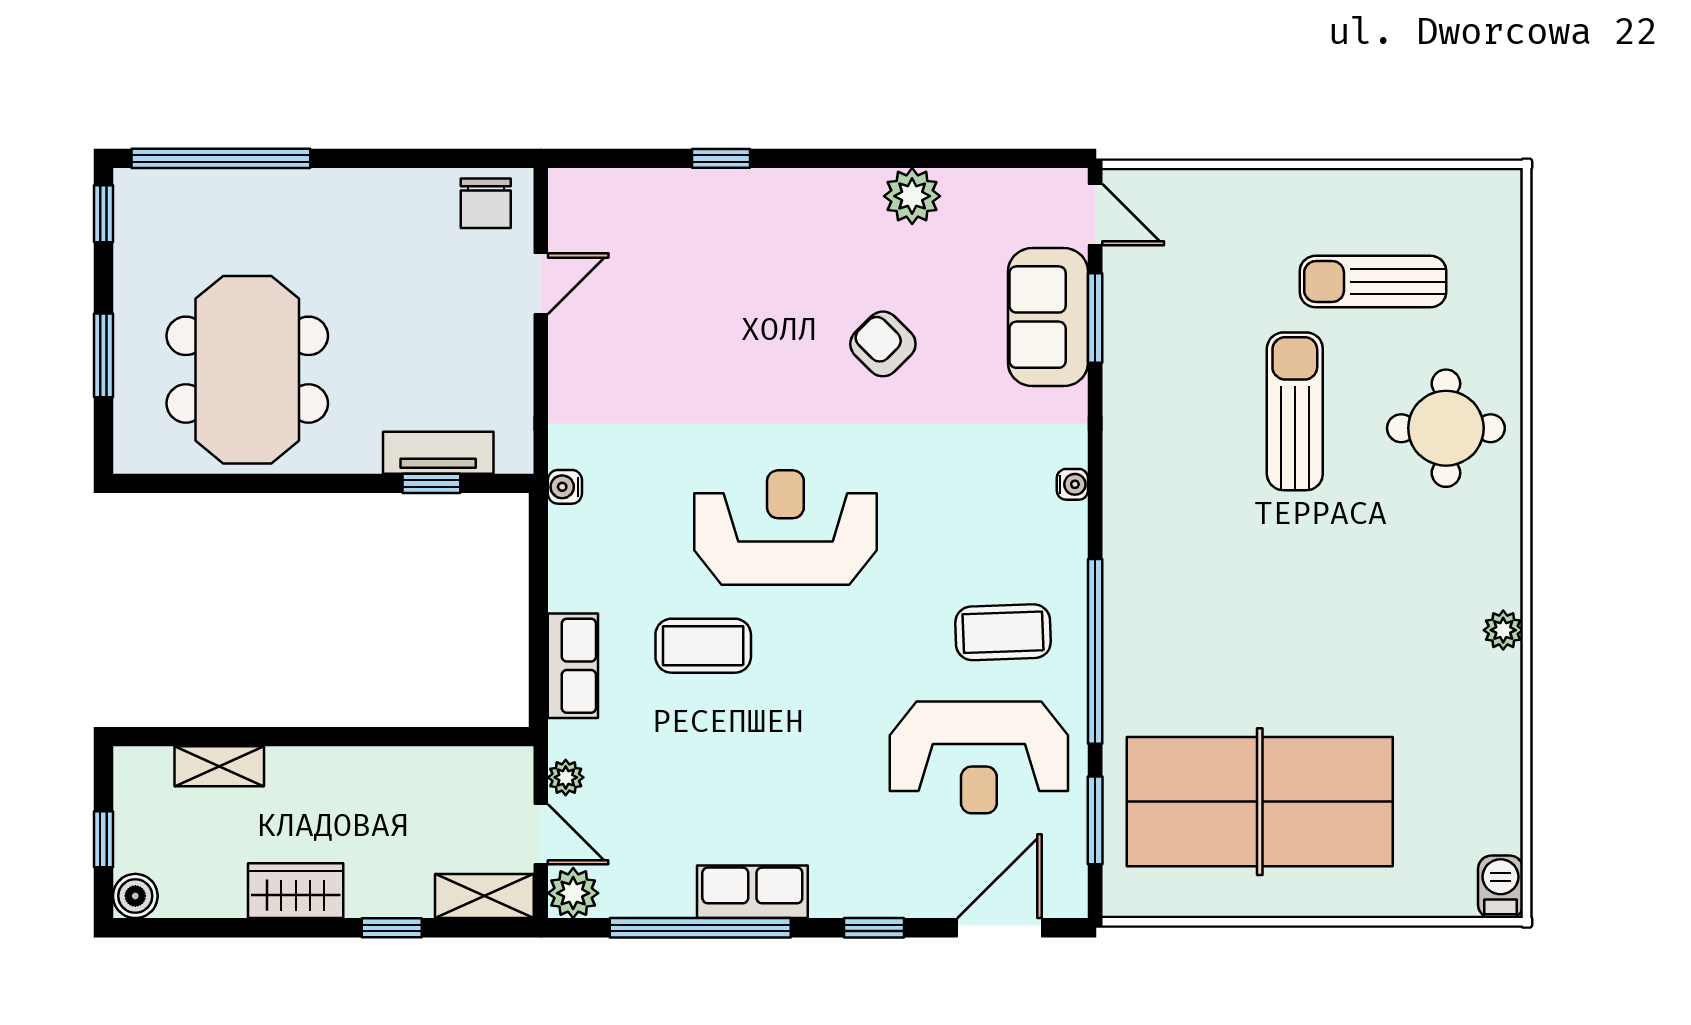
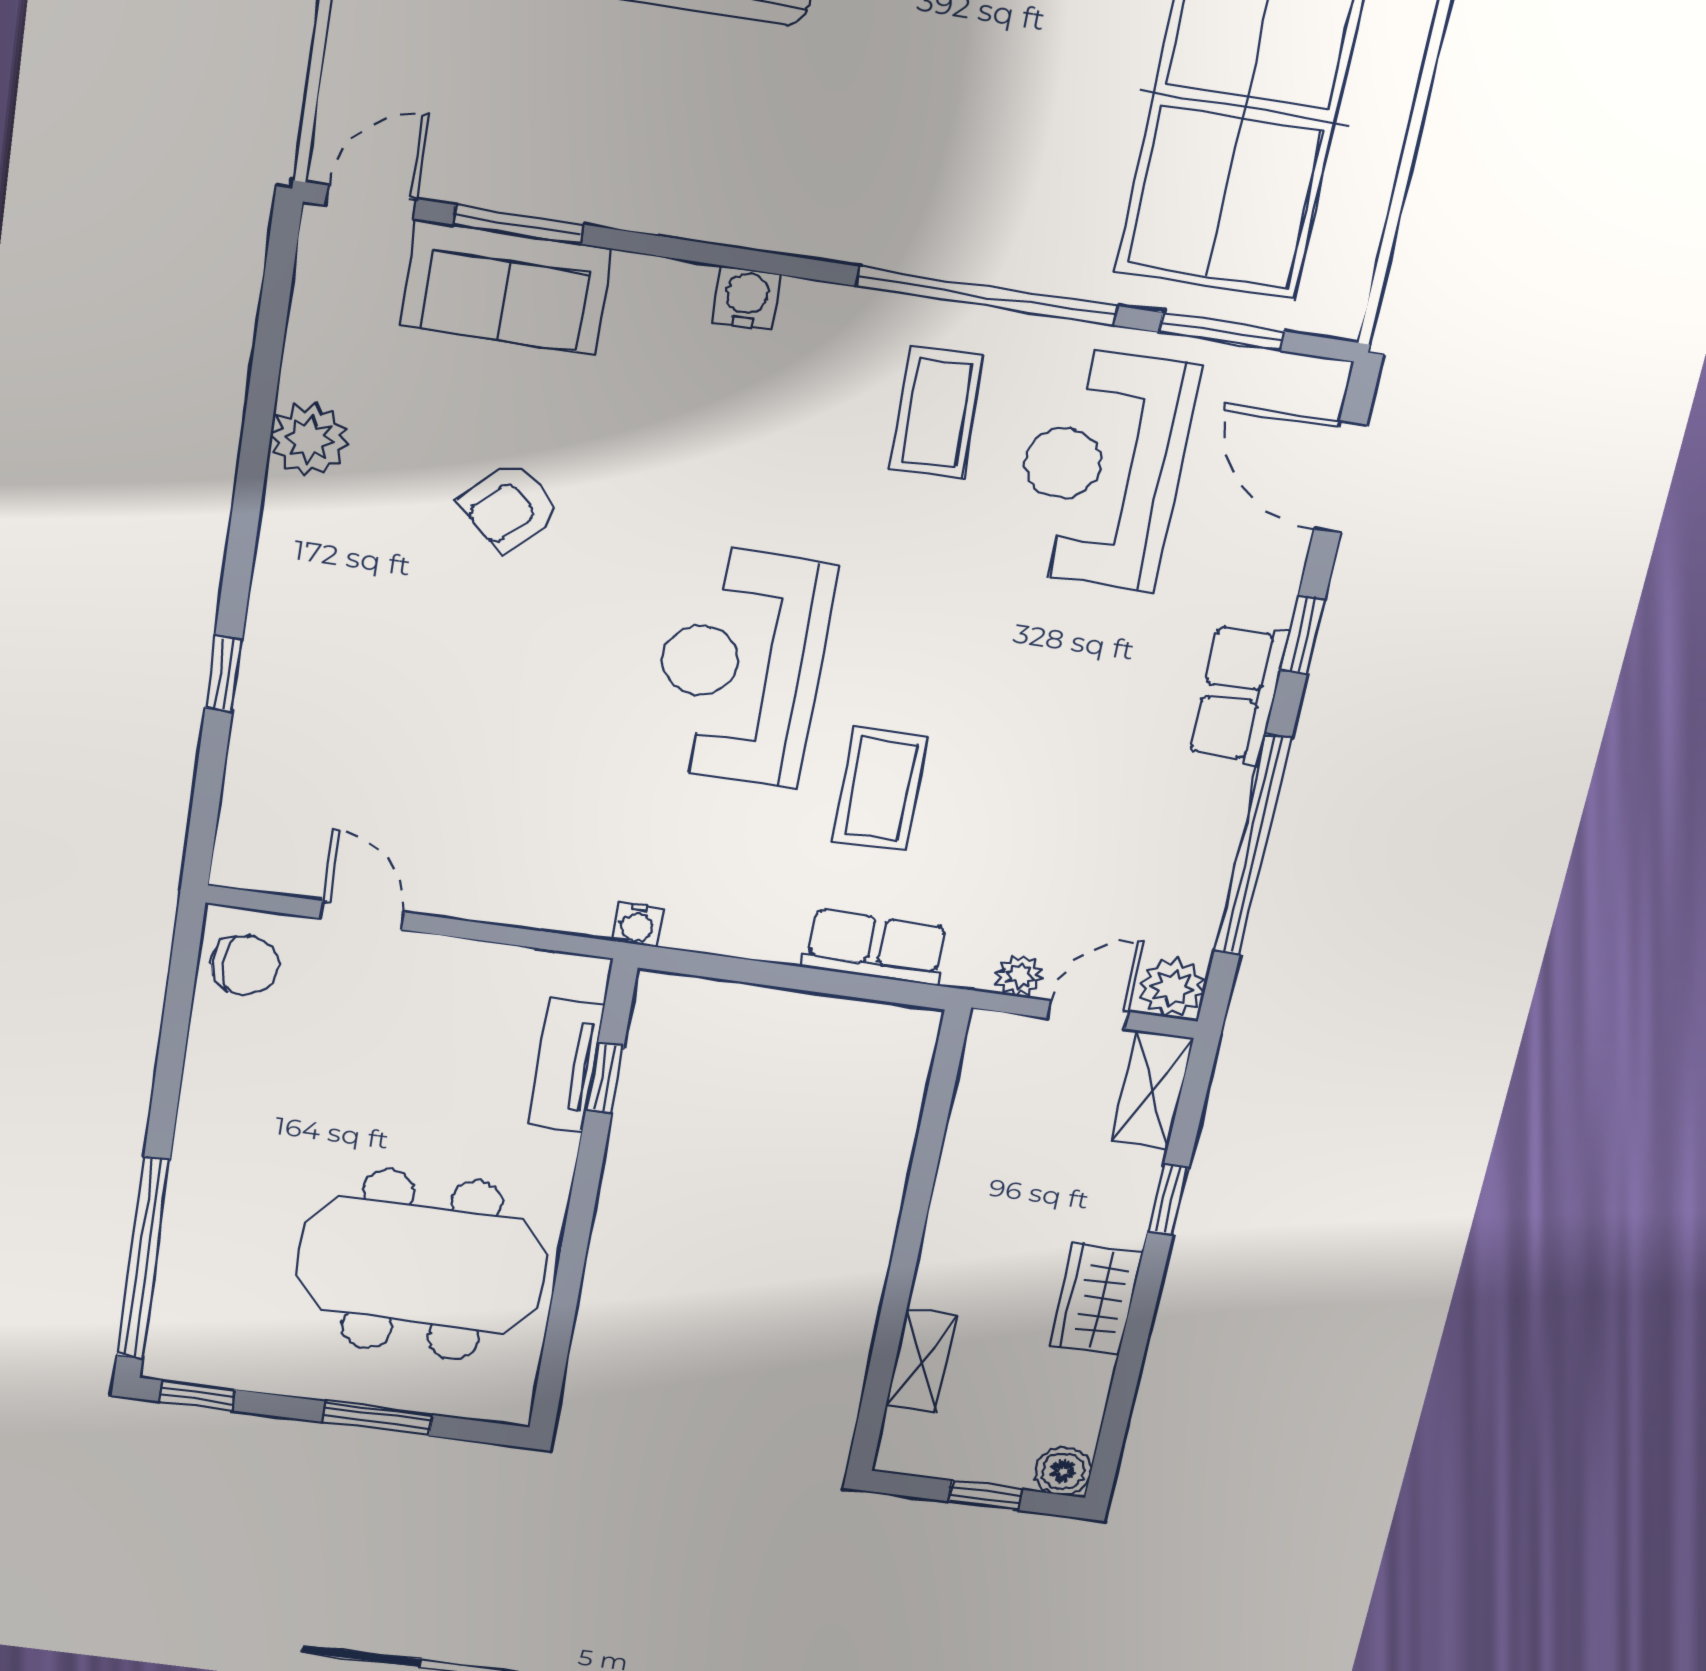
water cooler: (1072, 484) -> (747, 298), width x1.38, depth x1.38
reception desk: (979, 757) -> (1102, 469), turned 180
row of seats: (752, 892) -> (1239, 694), moved

